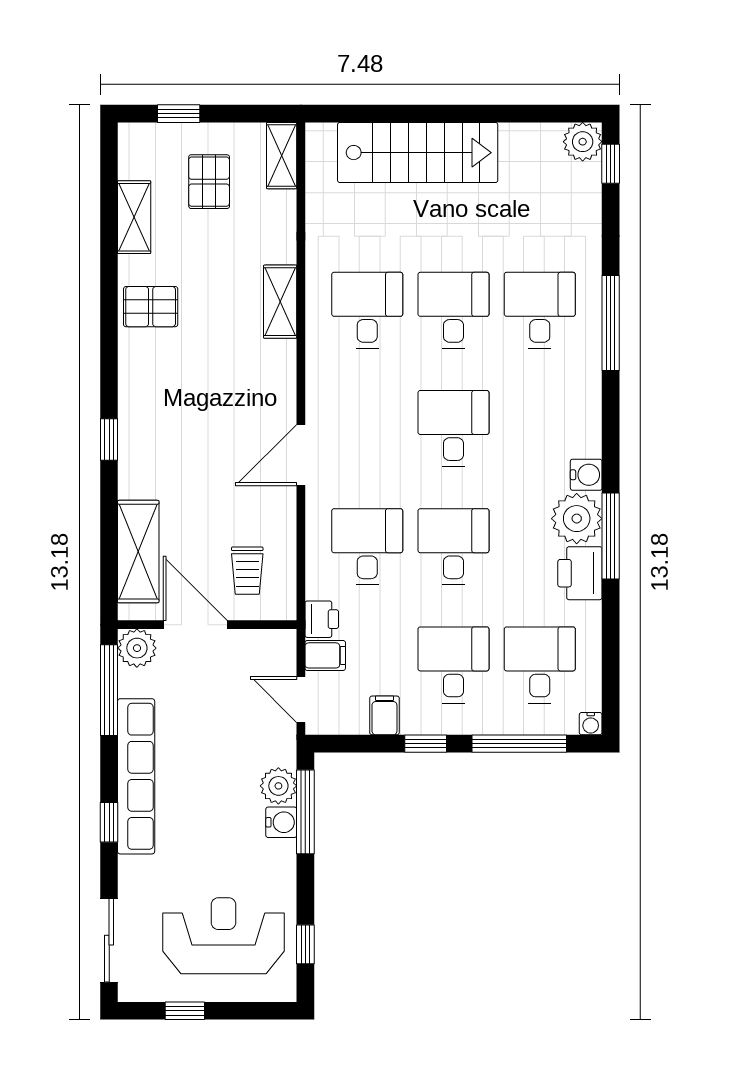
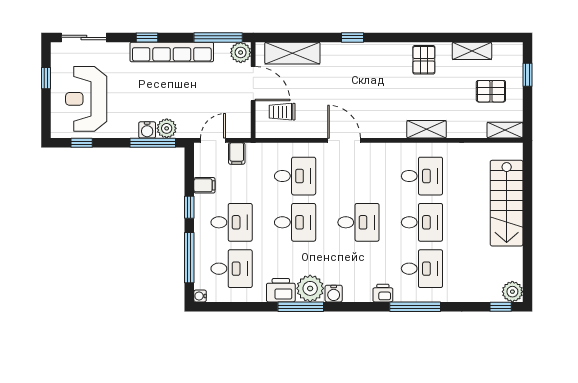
printer: (322, 619) -> (383, 293), moved, turned 180
door: (195, 625) -> (253, 84), hinge flipped
reception desk: (223, 936) -> (86, 99), turned 180

